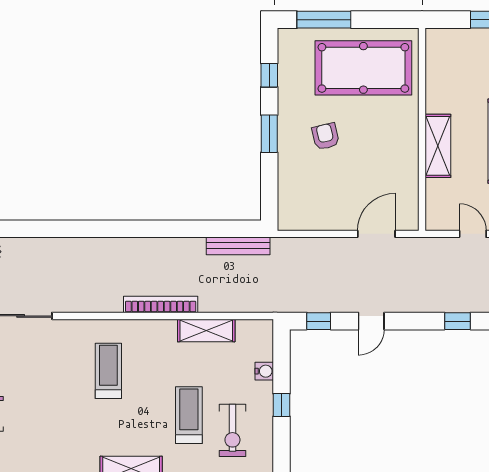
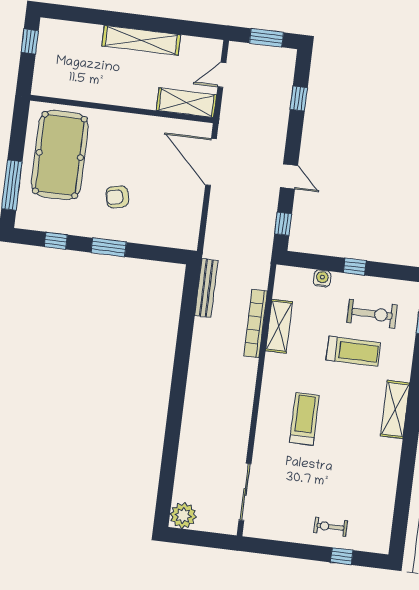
shelving: (438, 146) -> (186, 103), moved
door: (376, 234) -> (211, 162), width x1.36
bookcase: (161, 304) -> (255, 323), moved
treadmill: (108, 371) -> (304, 419), turned 90
treadmill: (189, 415) -> (353, 351), turned 180

